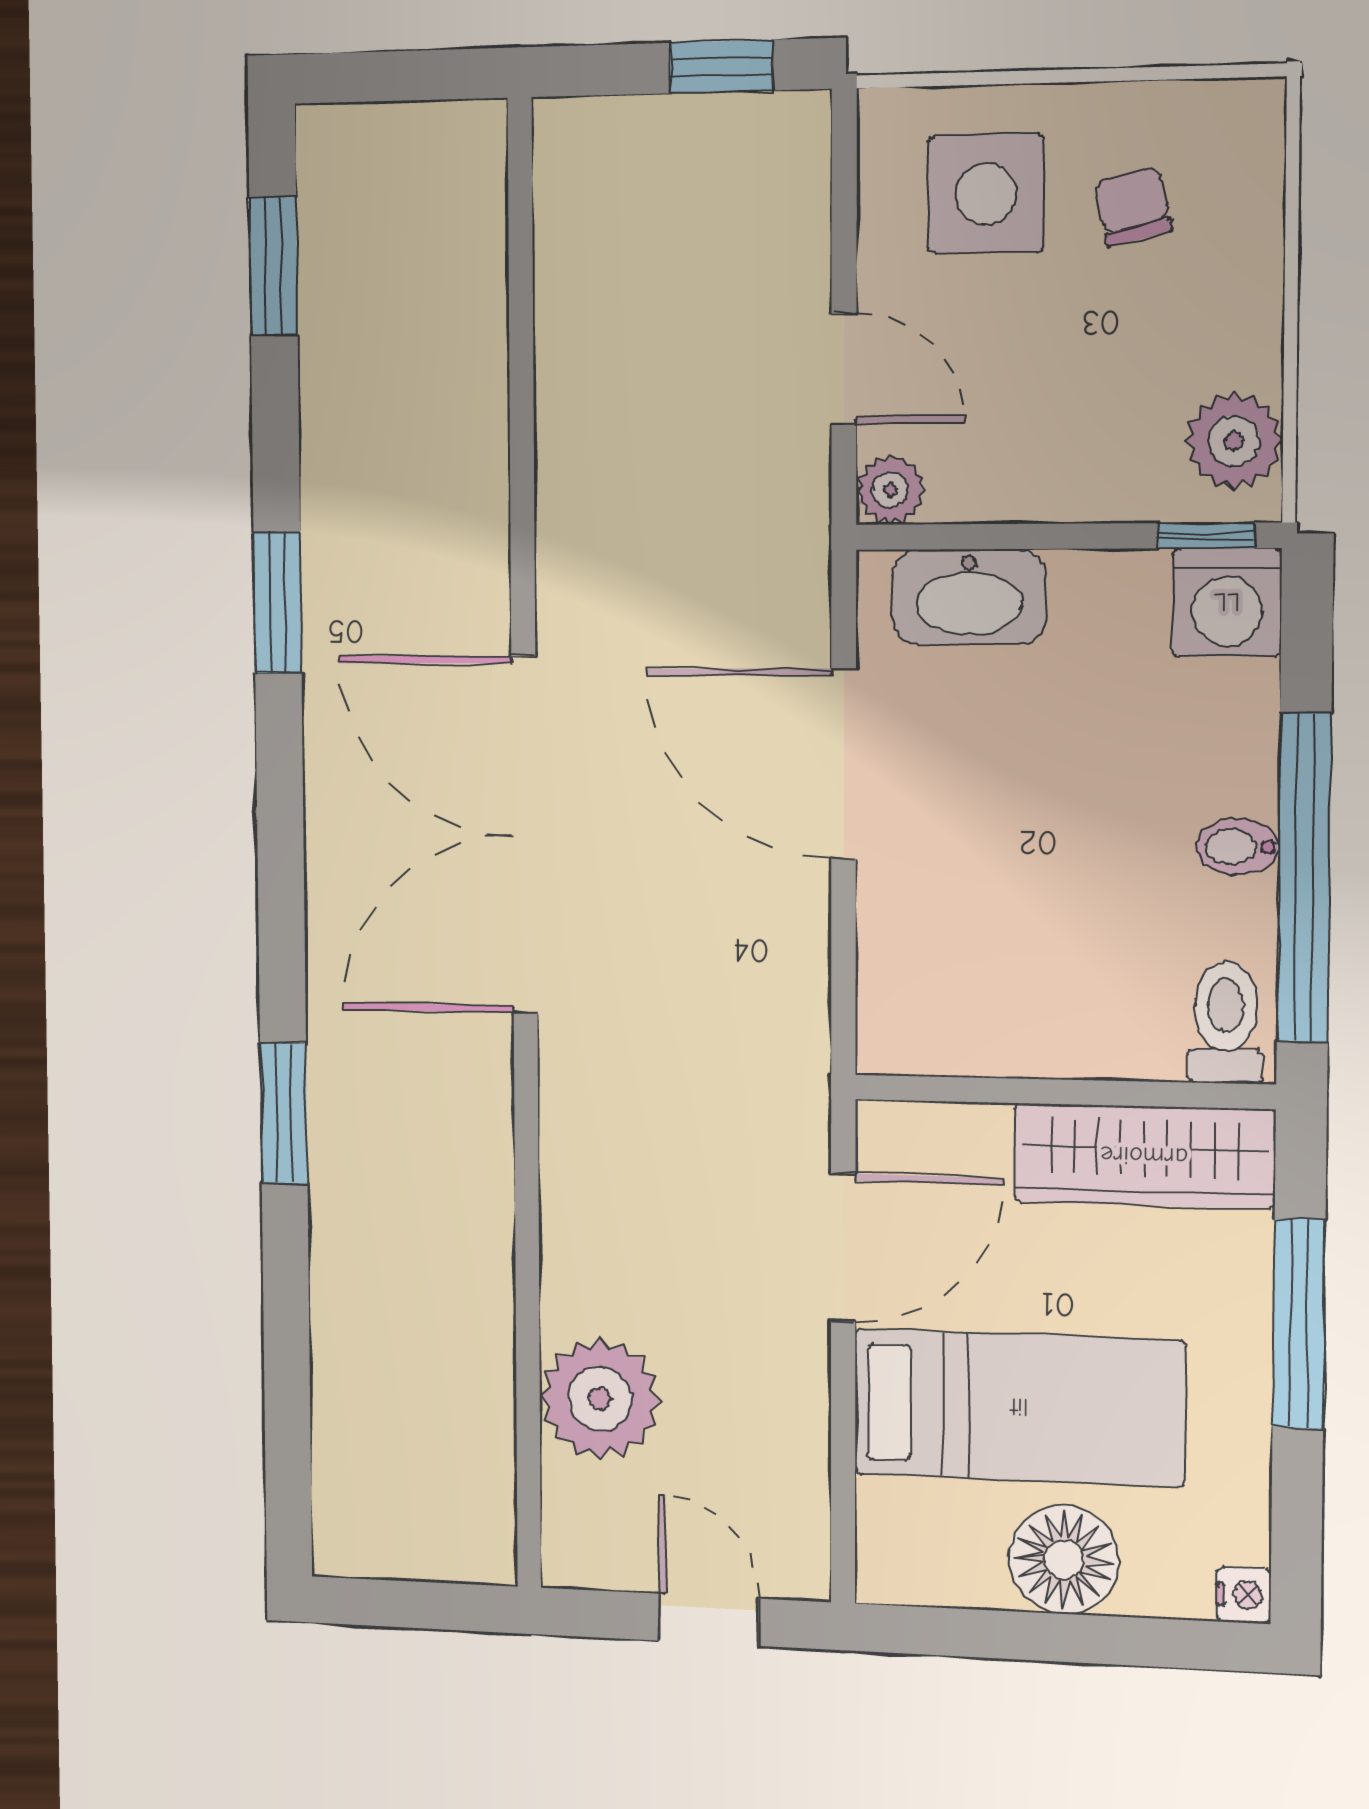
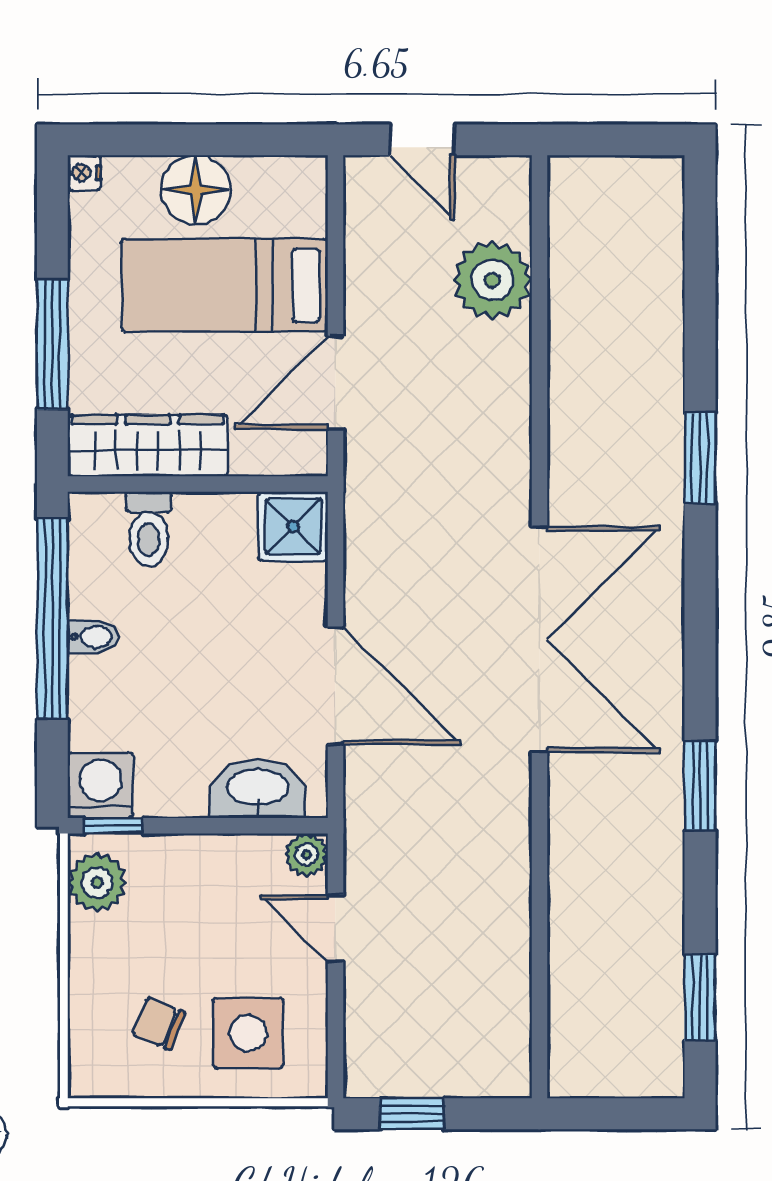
chair: (1133, 206) -> (159, 1024), turned 125
shower: (911, 1021) -> (293, 526), added
toilet: (1226, 1022) -> (149, 529), moved

